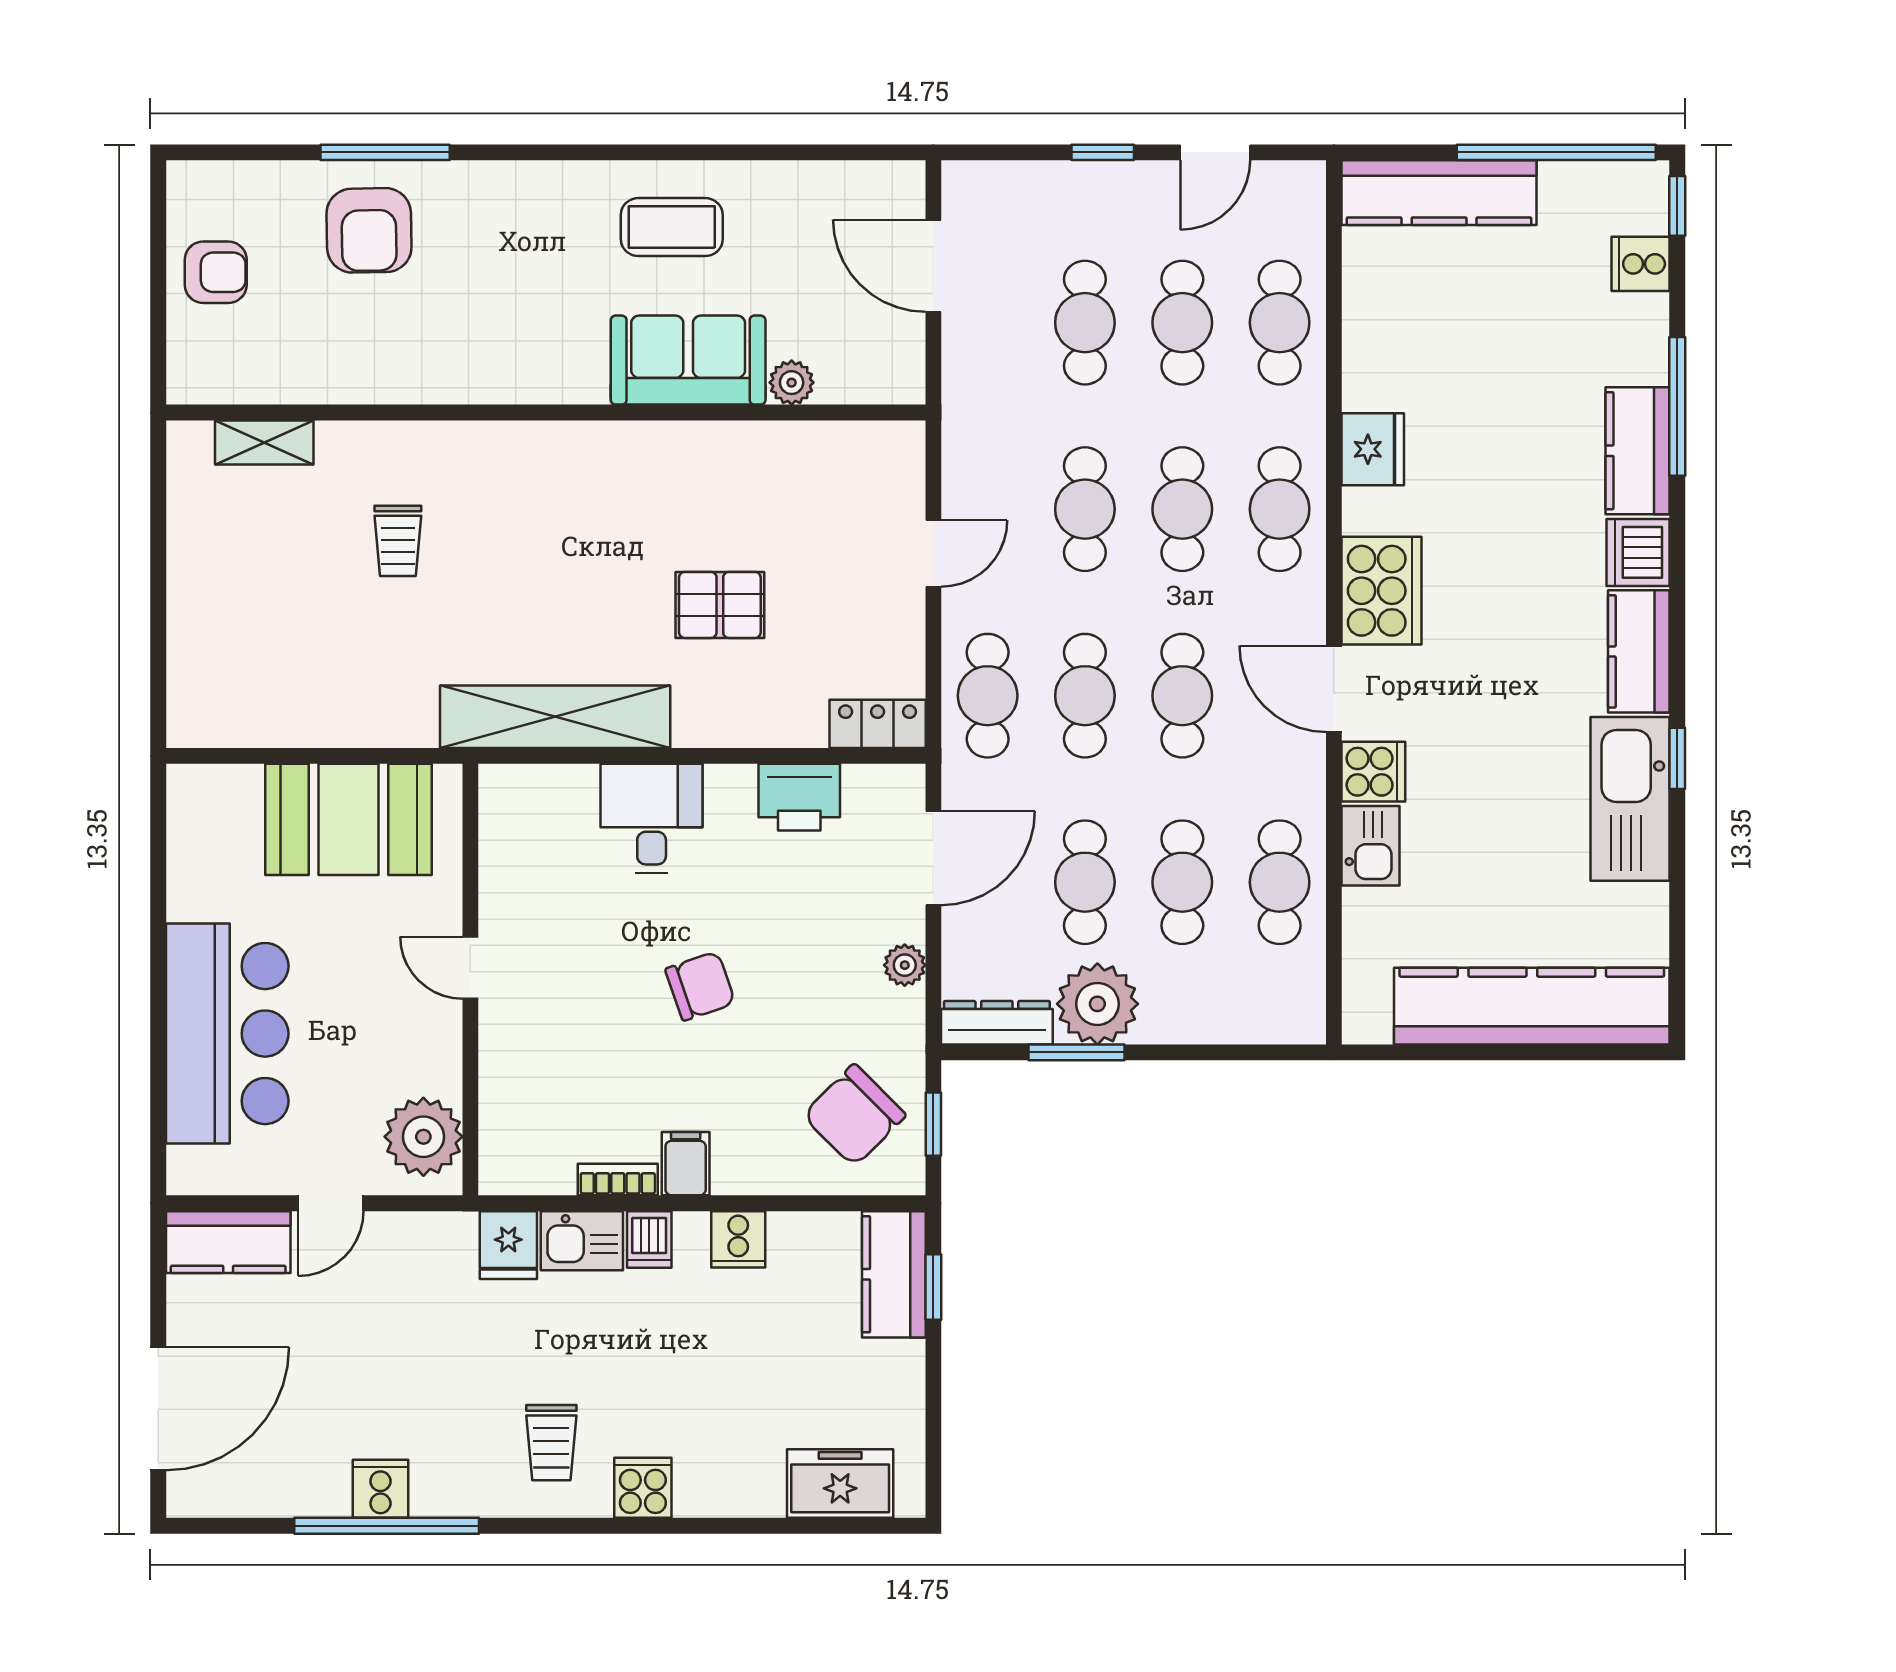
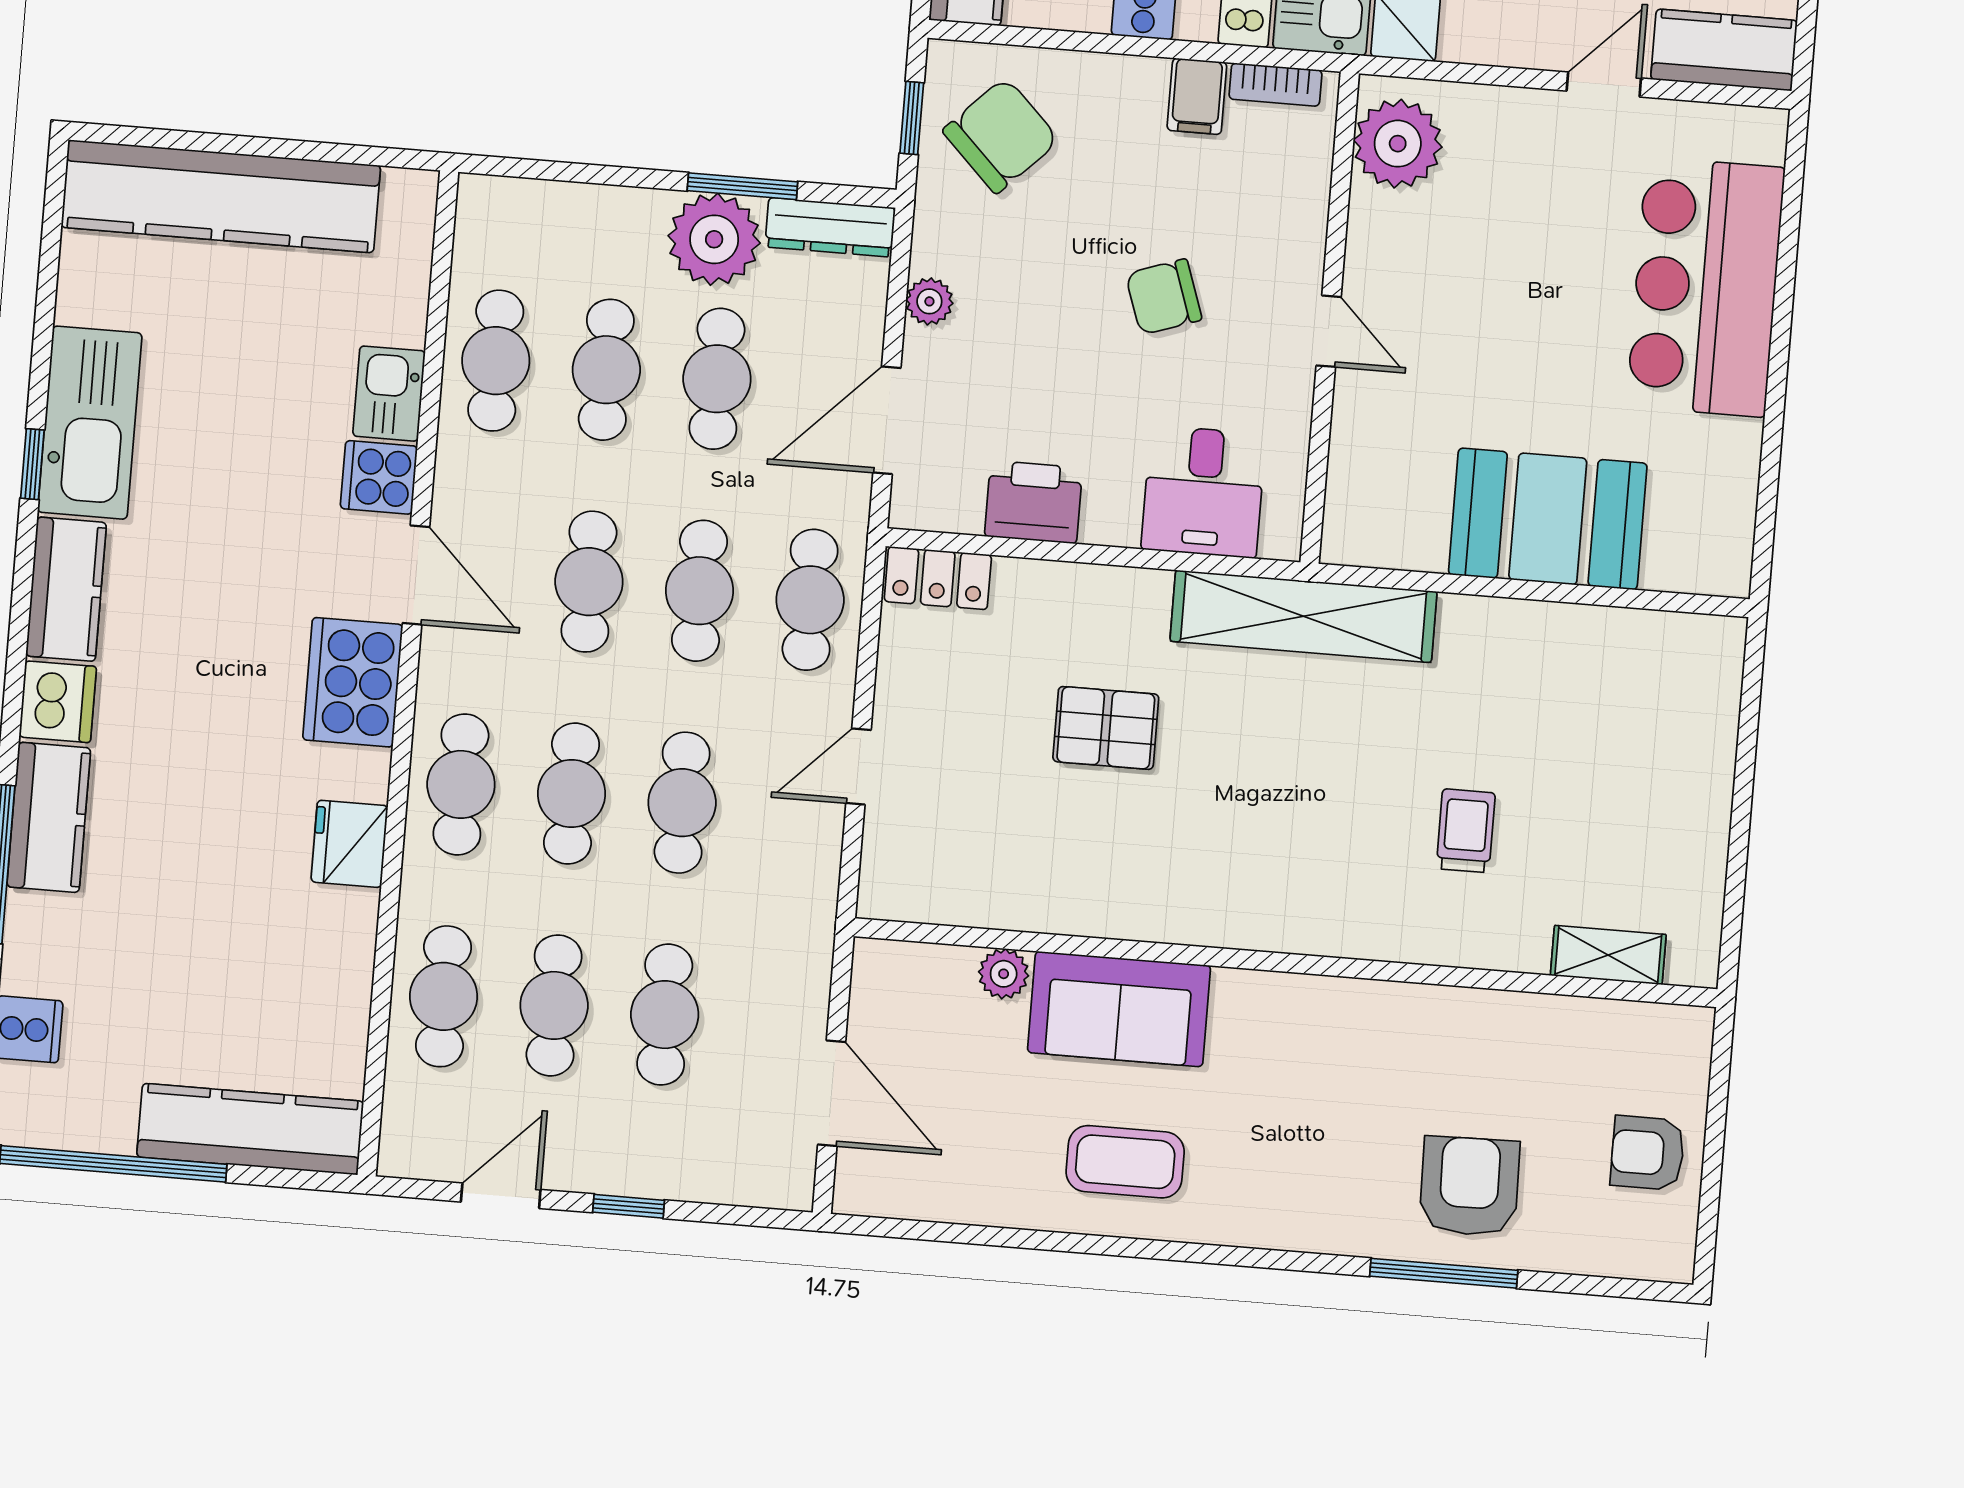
door: (470, 968) -> (1329, 331), moved
wall: (470, 980) -> (1330, 318), moved
plant: (423, 1137) -> (1398, 144), moved

